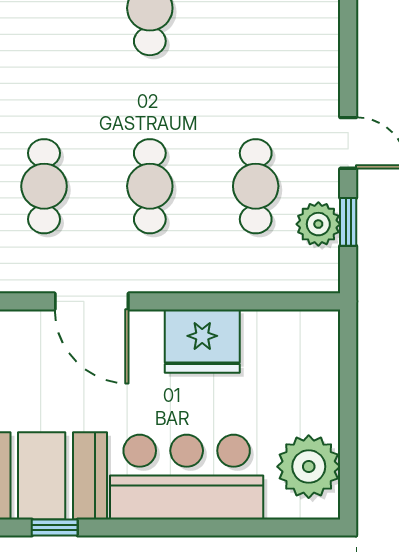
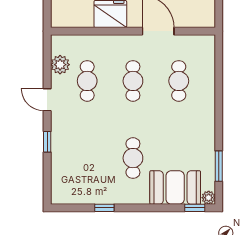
window: (348, 222) -> (47, 142), moved

